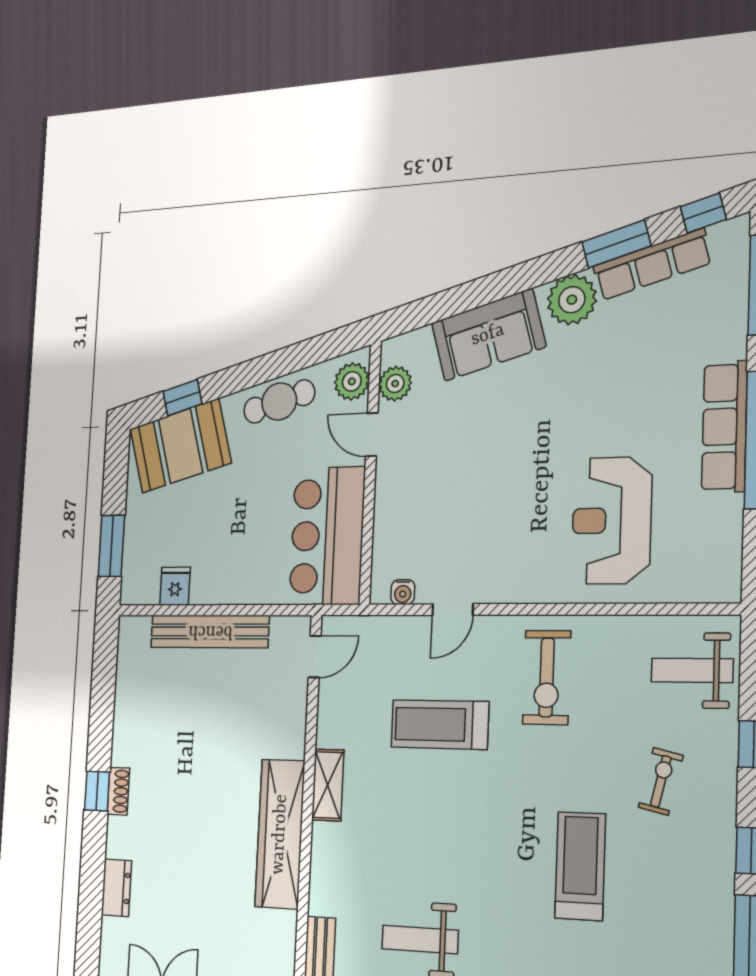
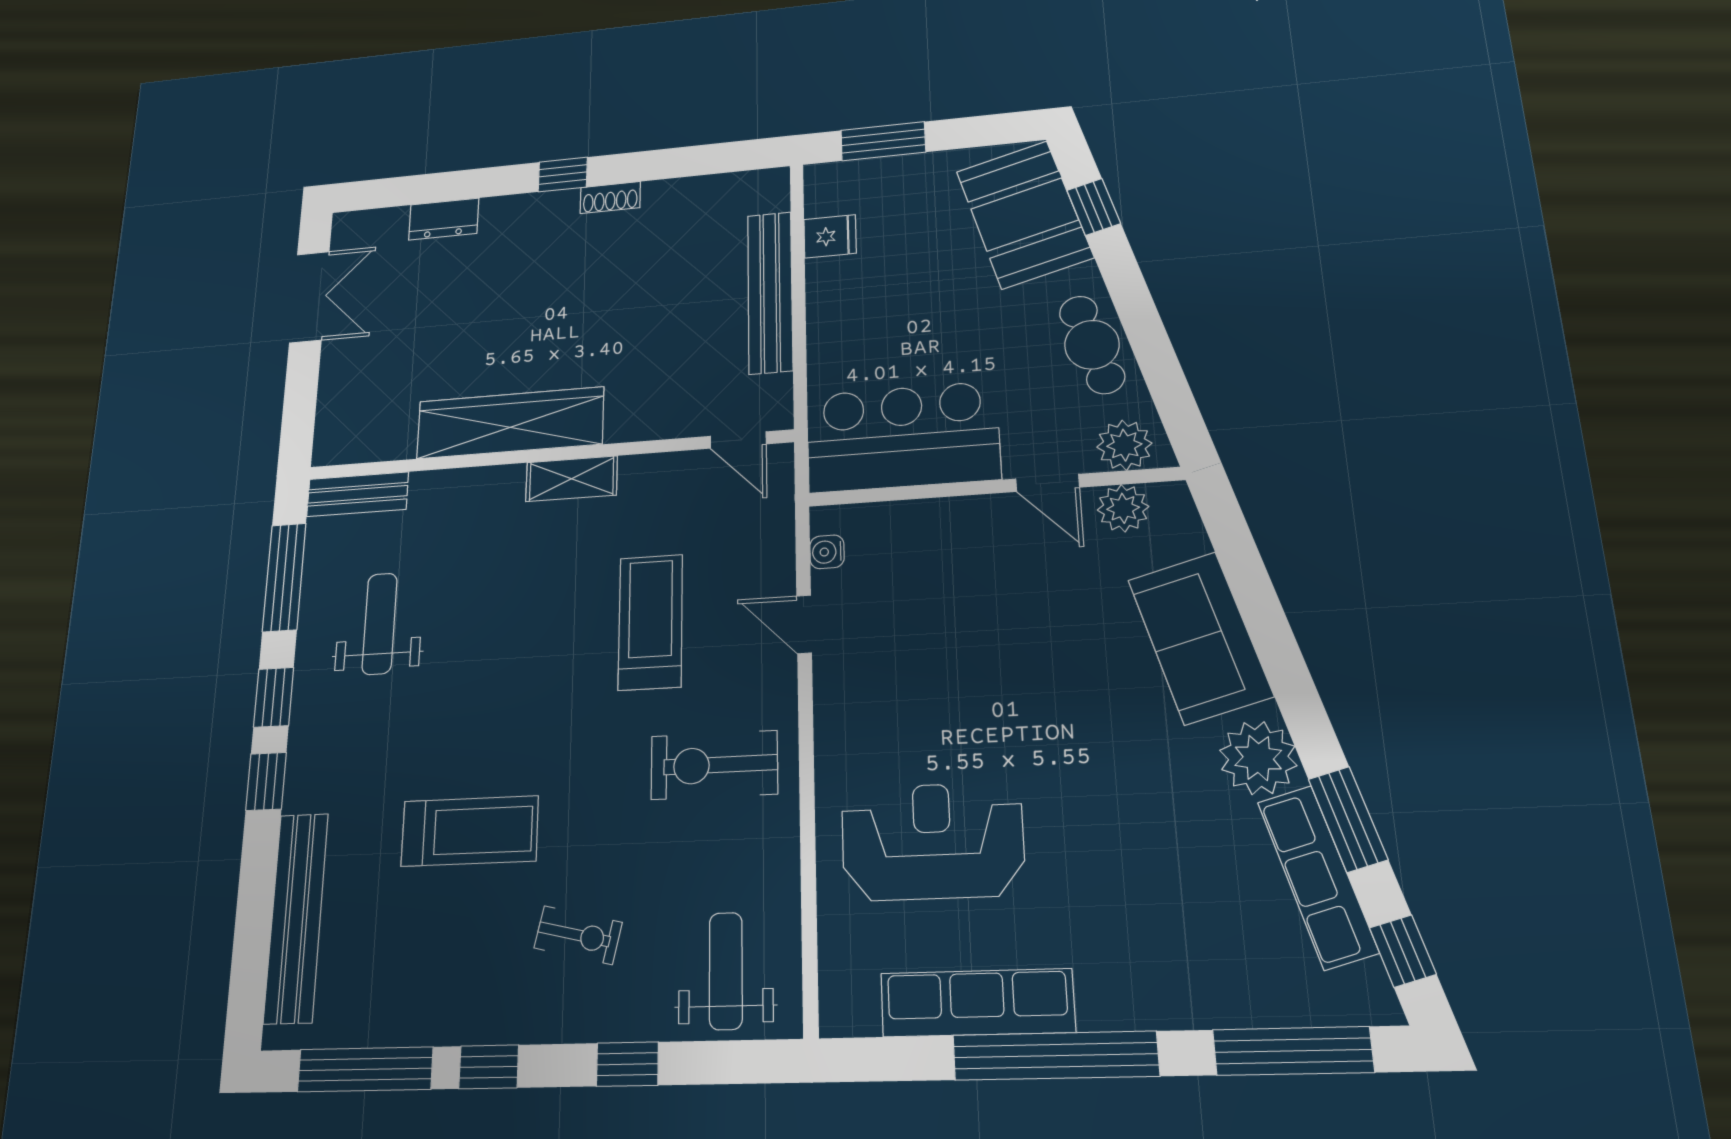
row of seats: (724, 427) -> (977, 1003), moved
door: (372, 435) -> (1047, 483), swing flipped
shoe rack: (118, 791) -> (610, 198), moved

